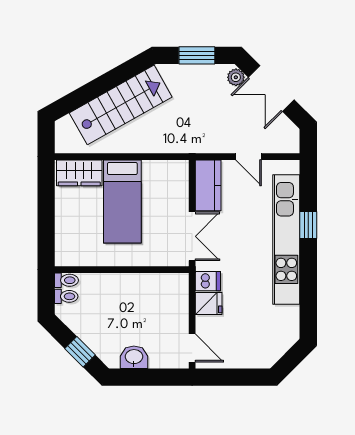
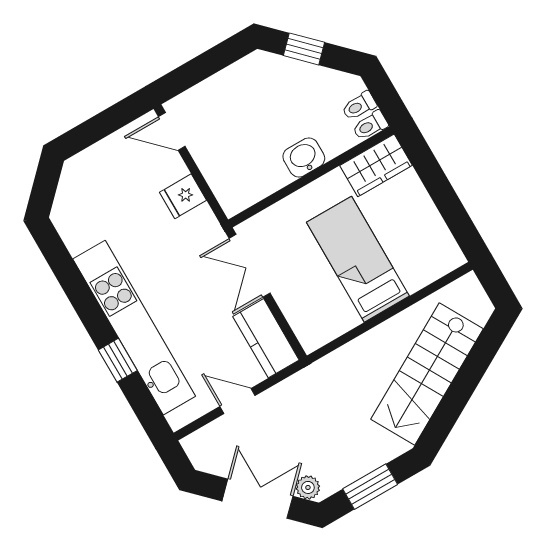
wardrobe: (79, 173) -> (376, 165), moved, turned 180
dishwasher: (208, 281) -> (200, 223), removed
washbasin: (134, 357) -> (304, 157), moved, turned 180

